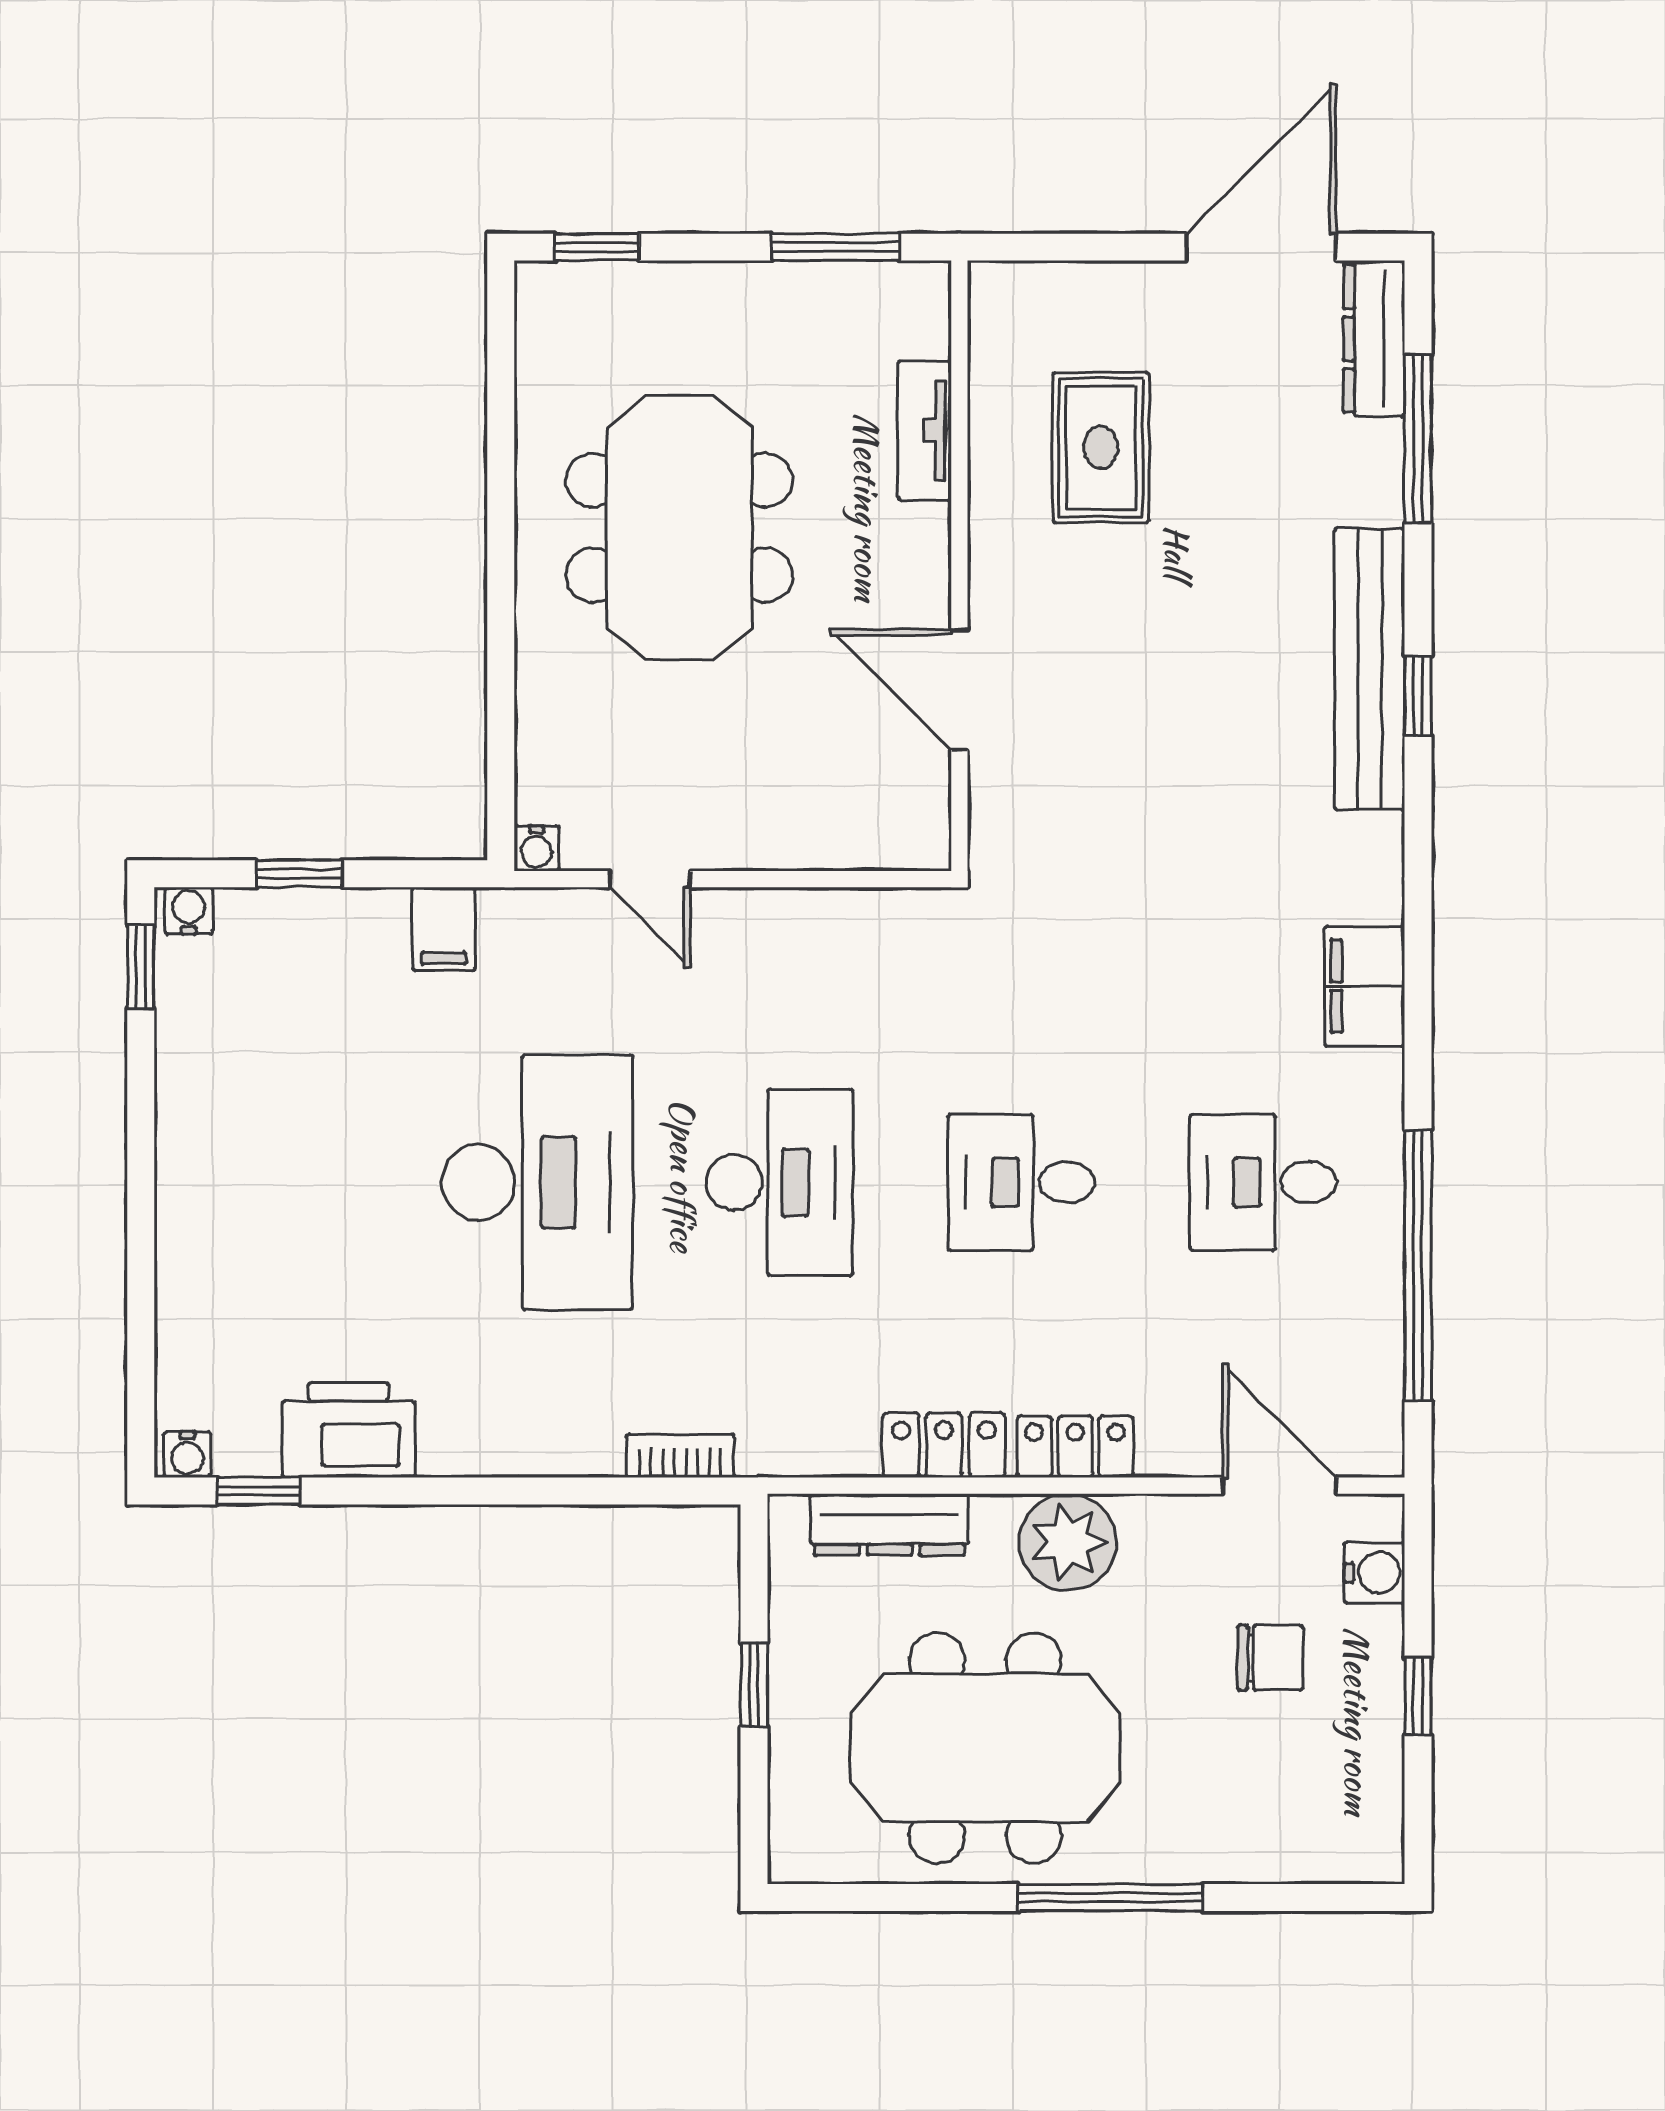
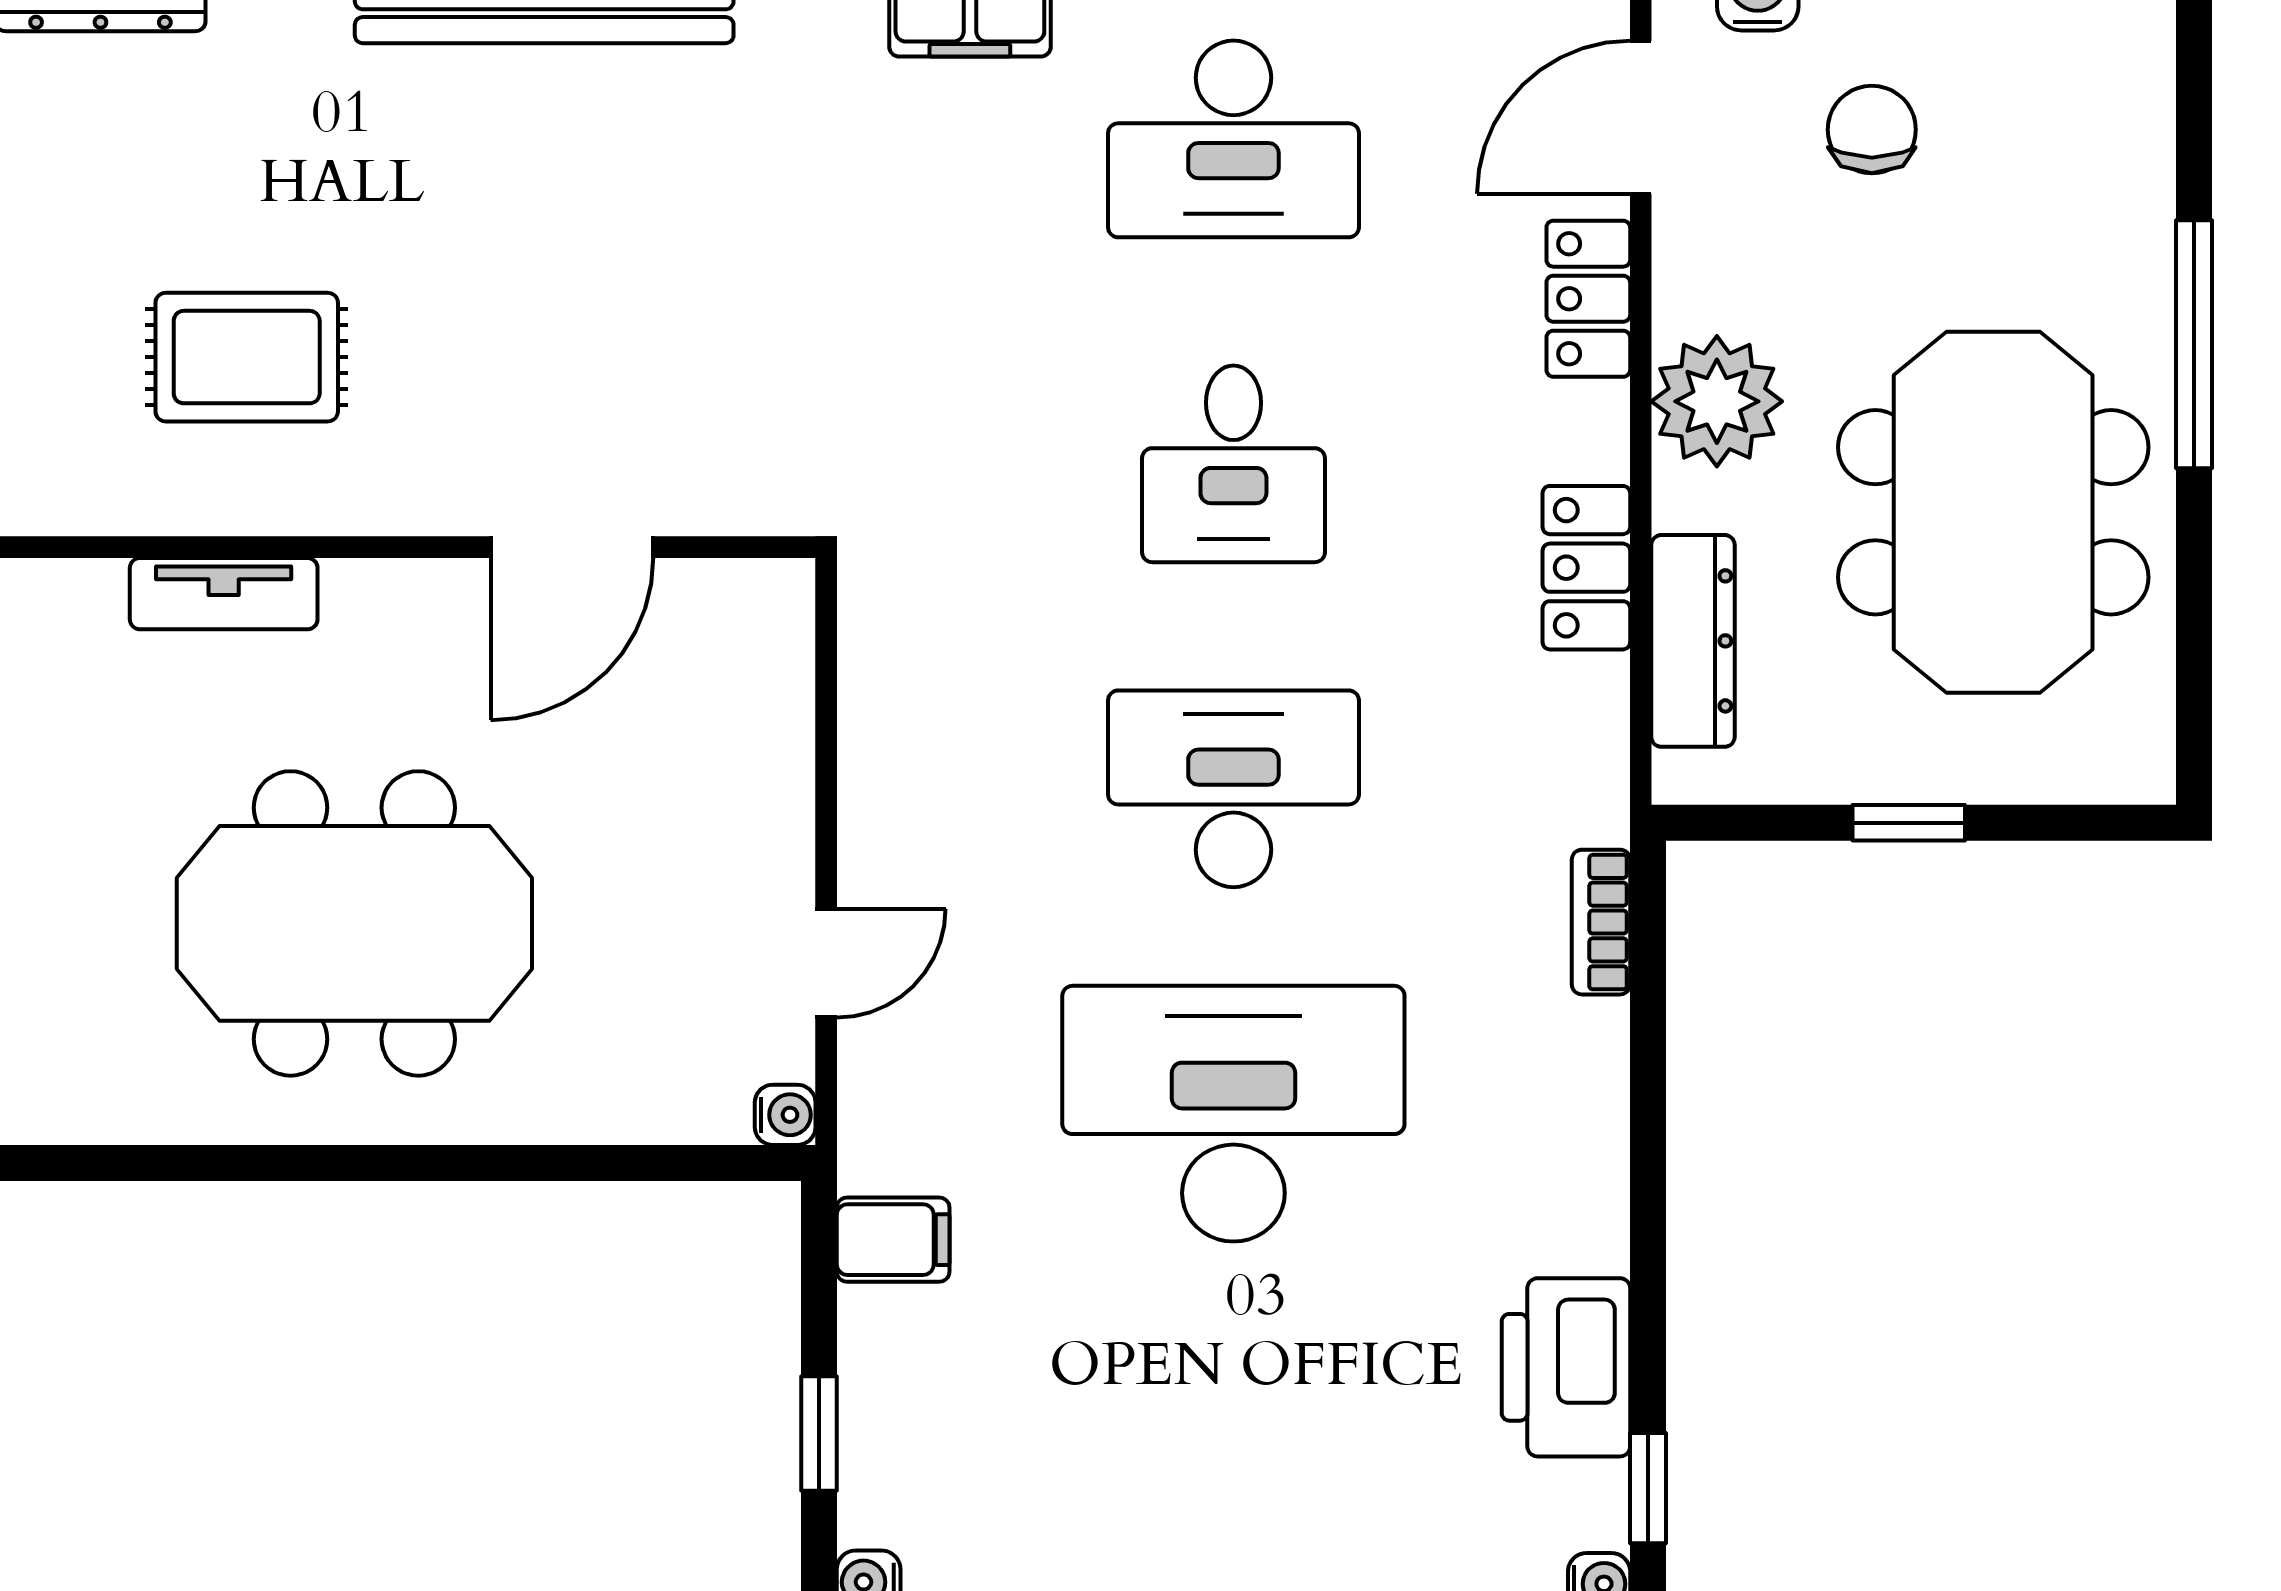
desk: (1263, 1182) -> (1233, 139), width x1.37
locker: (1075, 1447) -> (1588, 299), moved

